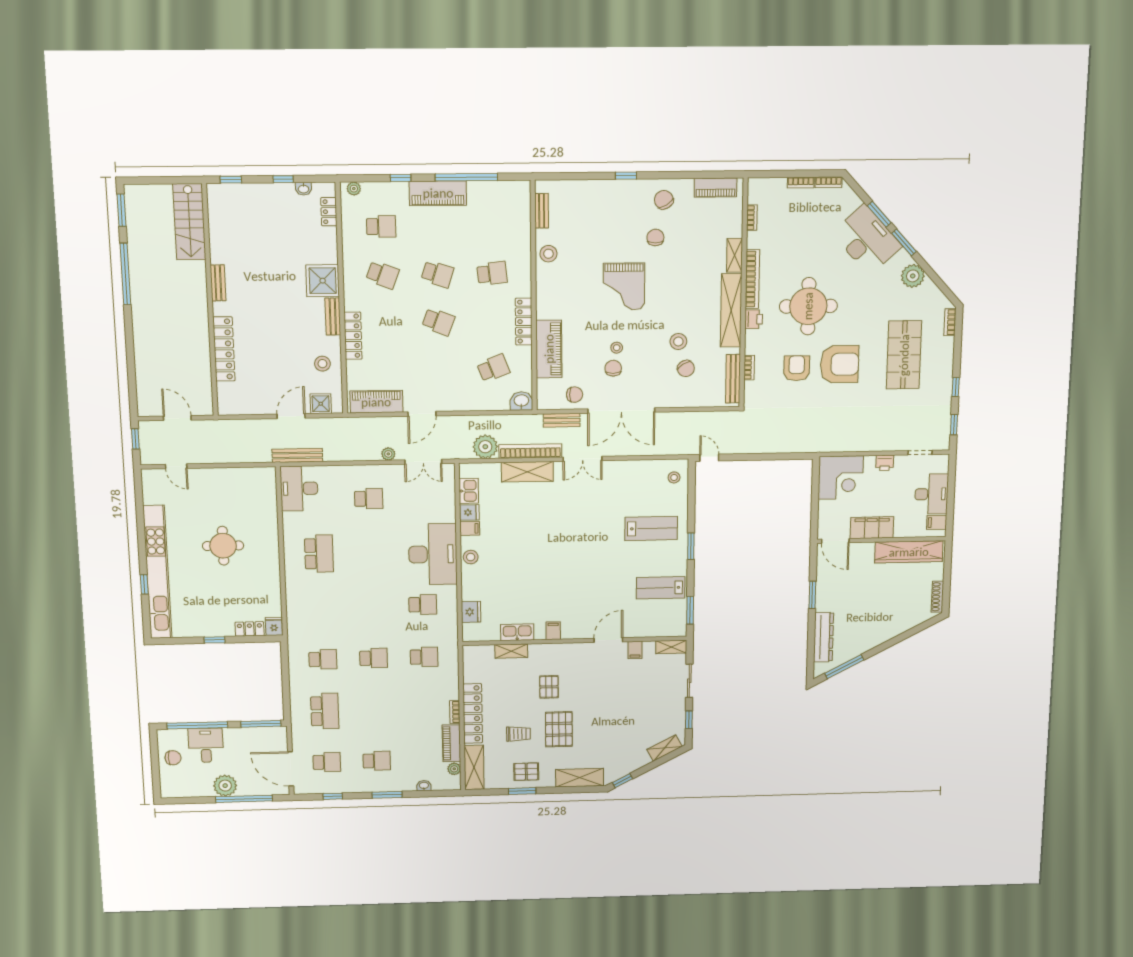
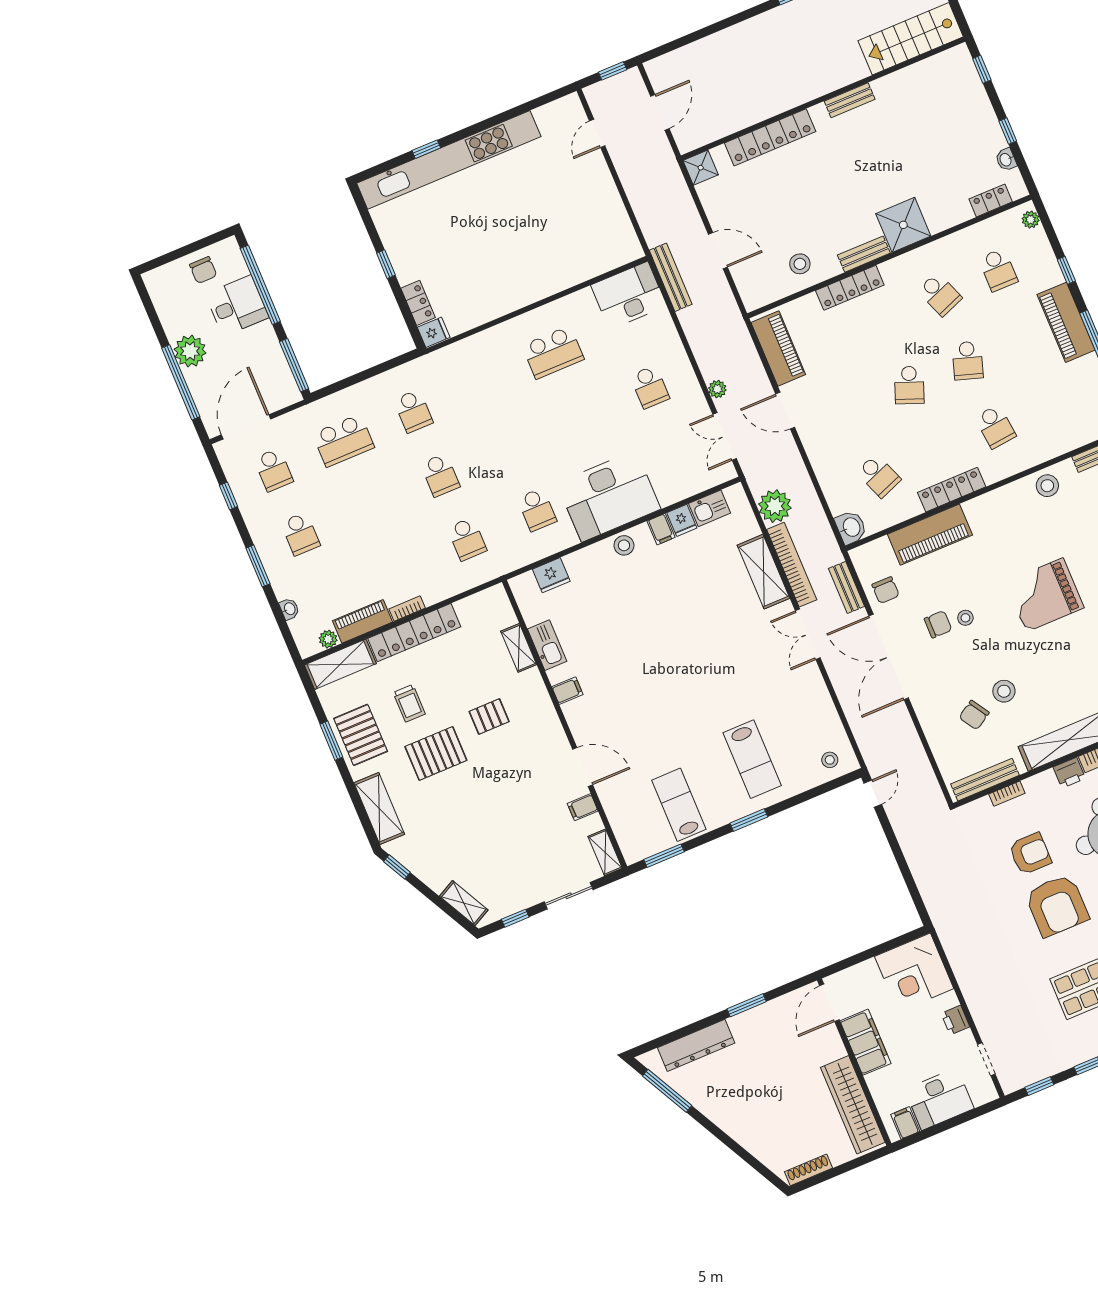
school desk: (382, 275) -> (940, 294), turned -42
shower: (321, 404) -> (701, 168), moved
round table: (223, 546) -> (516, 229), removed
pallet: (526, 772) -> (361, 735), width x1.50, depth x1.42

